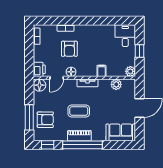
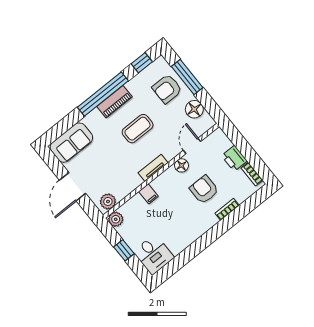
printer: (39, 69) -> (234, 158), moved
plant: (116, 84) -> (108, 201), moved
floor lamp: (39, 85) -> (194, 109), moved

